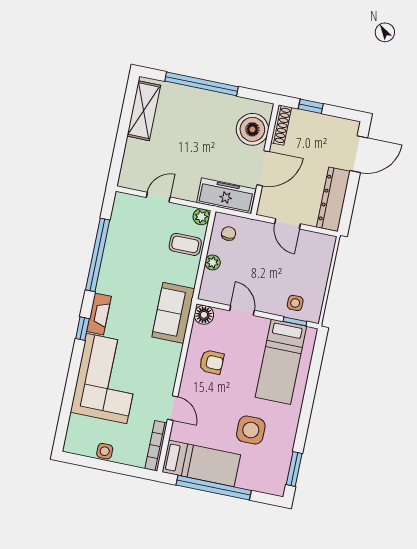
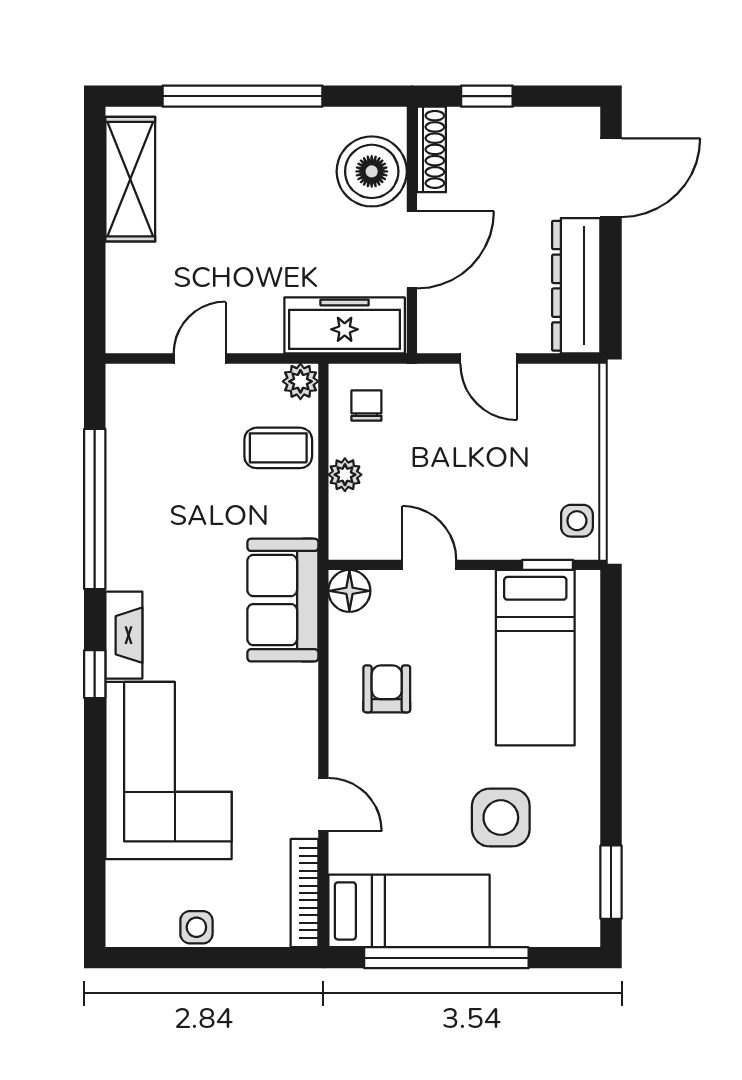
side table: (295, 303) -> (577, 521), moved
armchair: (212, 362) -> (387, 689), turned -91

